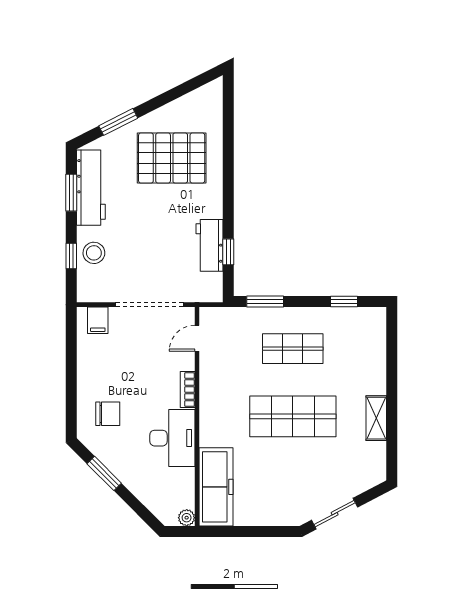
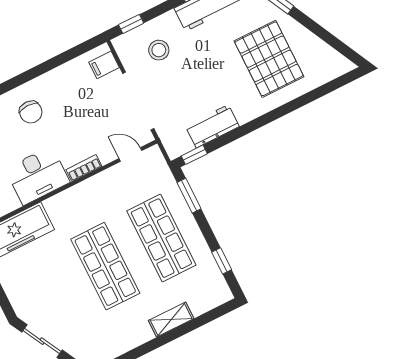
window: (228, 252) -> (194, 155), moved
stool: (94, 253) -> (159, 50), moved
window: (71, 256) -> (131, 24), moved
shop shelf: (293, 349) -> (161, 238), width x1.43, depth x1.36
shelving: (376, 418) -> (171, 320), moved

